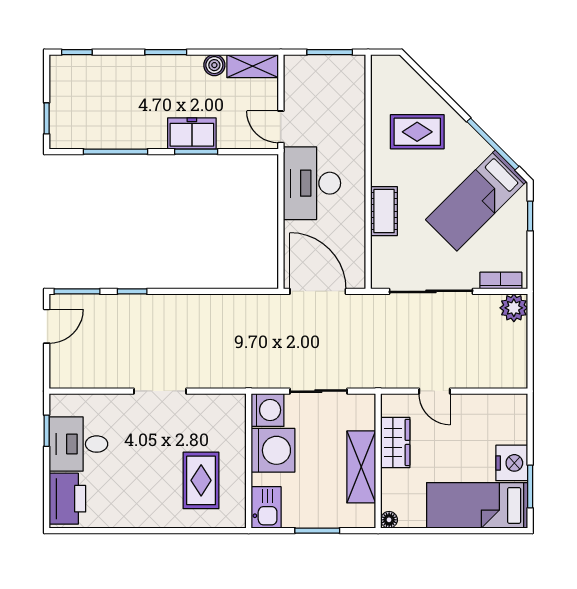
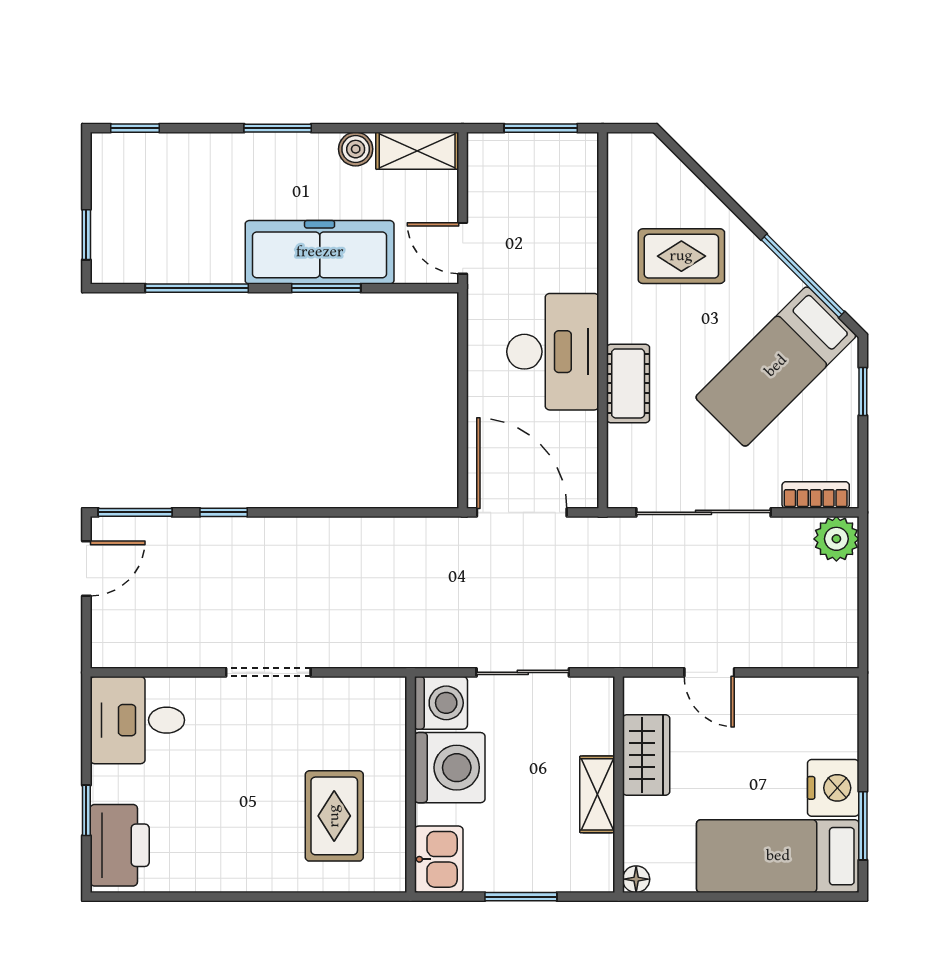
freezer: (192, 133) -> (320, 252), width x1.91, depth x1.26
desk: (312, 183) -> (553, 352), moved, turned 180
window: (47, 431) -> (86, 810), moved
desk: (78, 444) -> (137, 720), moved
shelving: (361, 467) -> (597, 794), width x0.67, depth x0.75

